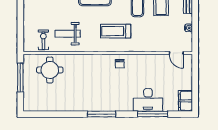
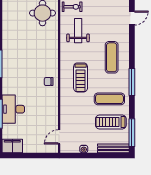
treadmill: (116, 31) -> (81, 77), turned 180

